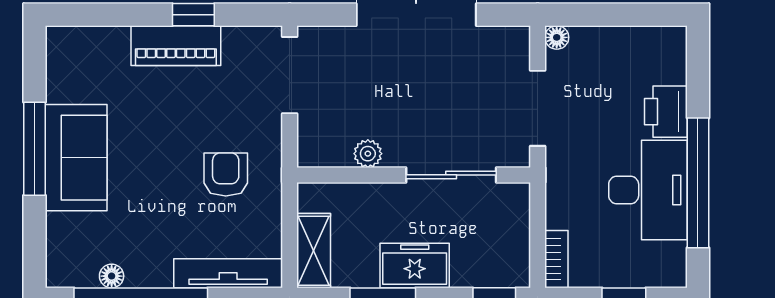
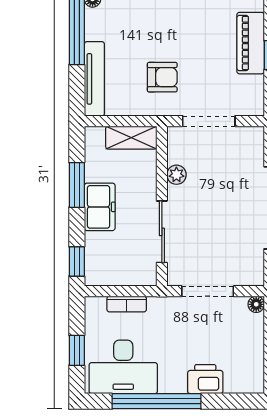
doorway: (290, 75) -> (209, 121), moved
desk: (648, 190) -> (123, 367), moved
shelving: (314, 251) -> (131, 138), moved
bookcase: (556, 259) -> (127, 304), moved

